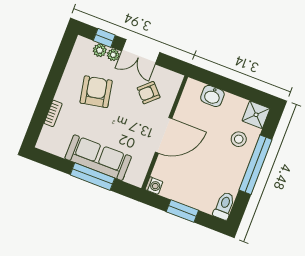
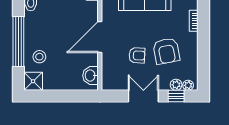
plant: (113, 55) -> (188, 85), moved
armchair: (149, 93) -> (137, 55), moved, turned 46
washbasin: (212, 96) -> (91, 76), moved, turned -90

